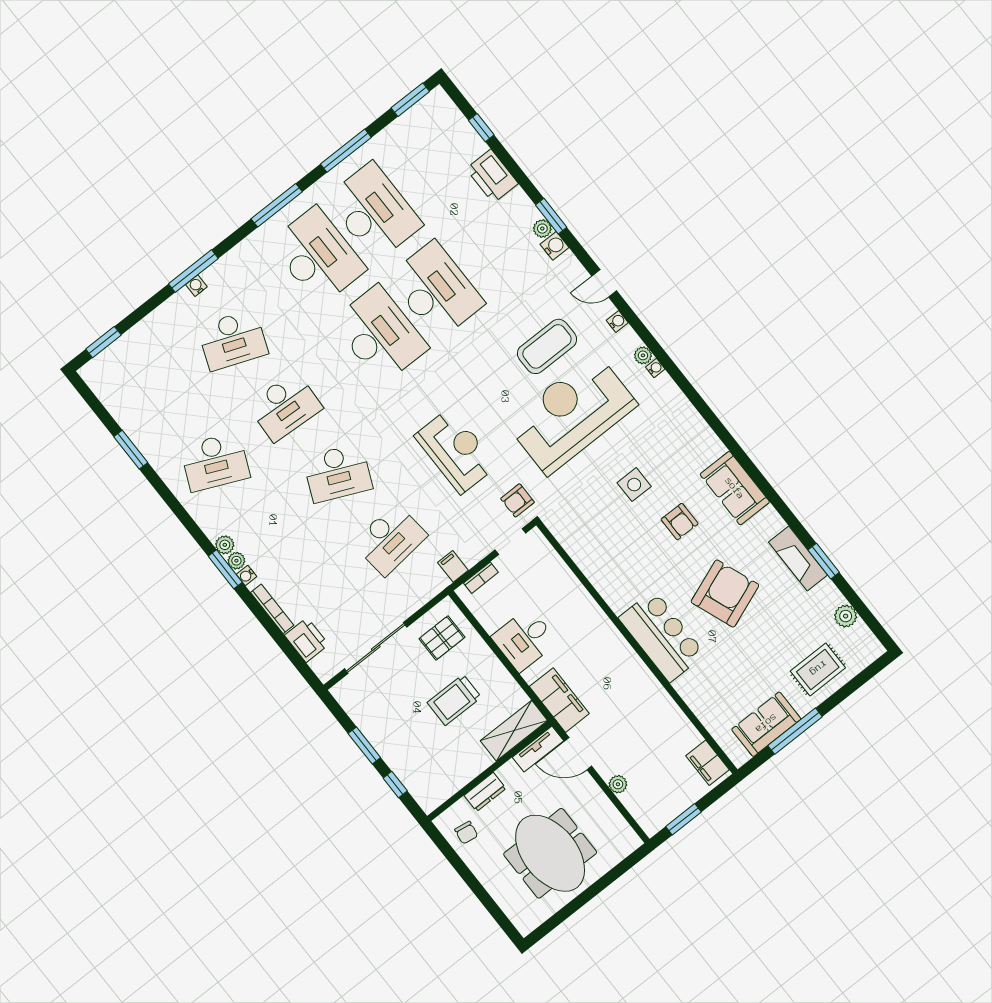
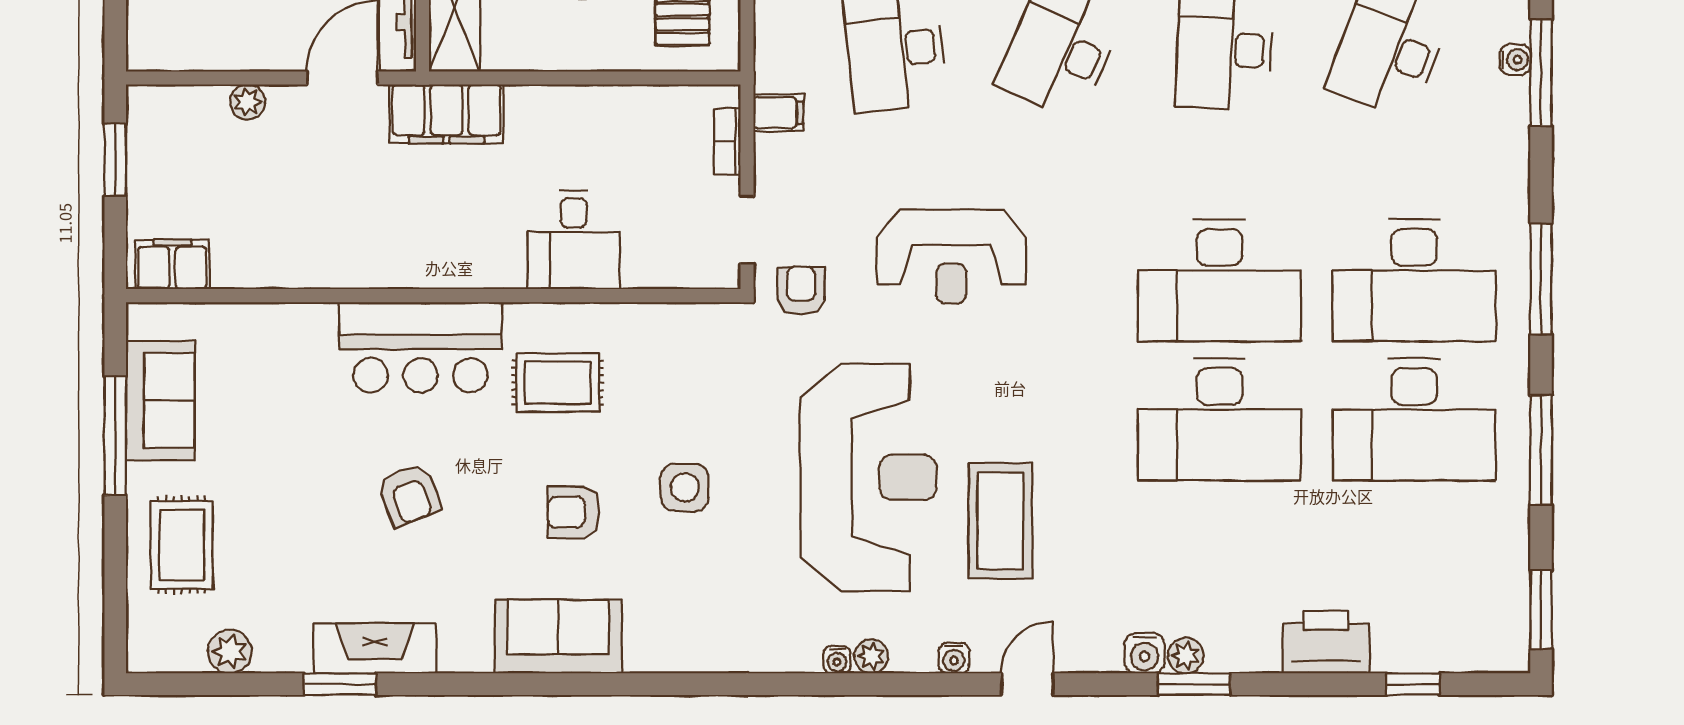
rug: (632, 569) -> (558, 383), added
armchair: (725, 593) -> (409, 495), width x0.53, depth x0.53
desk: (525, 639) -> (574, 240), moved, turned 180

